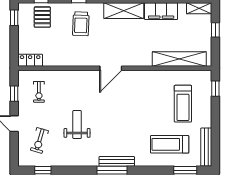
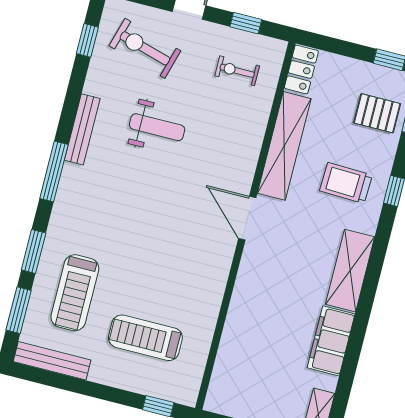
shelving: (179, 59) -> (284, 146), moved
exercise bike: (39, 140) -> (145, 48), width x1.38, depth x1.39
treadmill: (170, 144) -> (75, 293), turned 180
bench: (117, 161) -> (82, 129), moved
window: (154, 170) -> (34, 251), added

